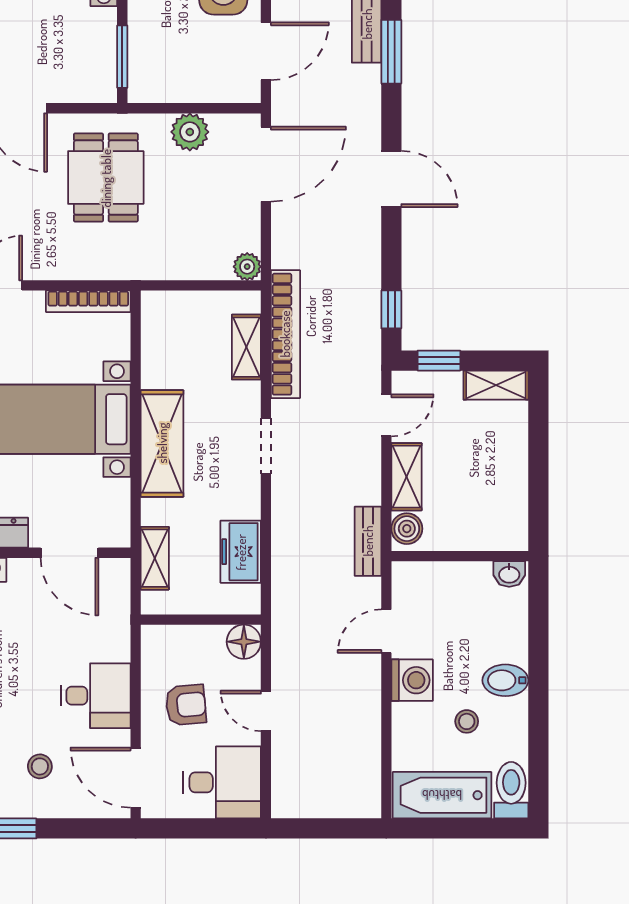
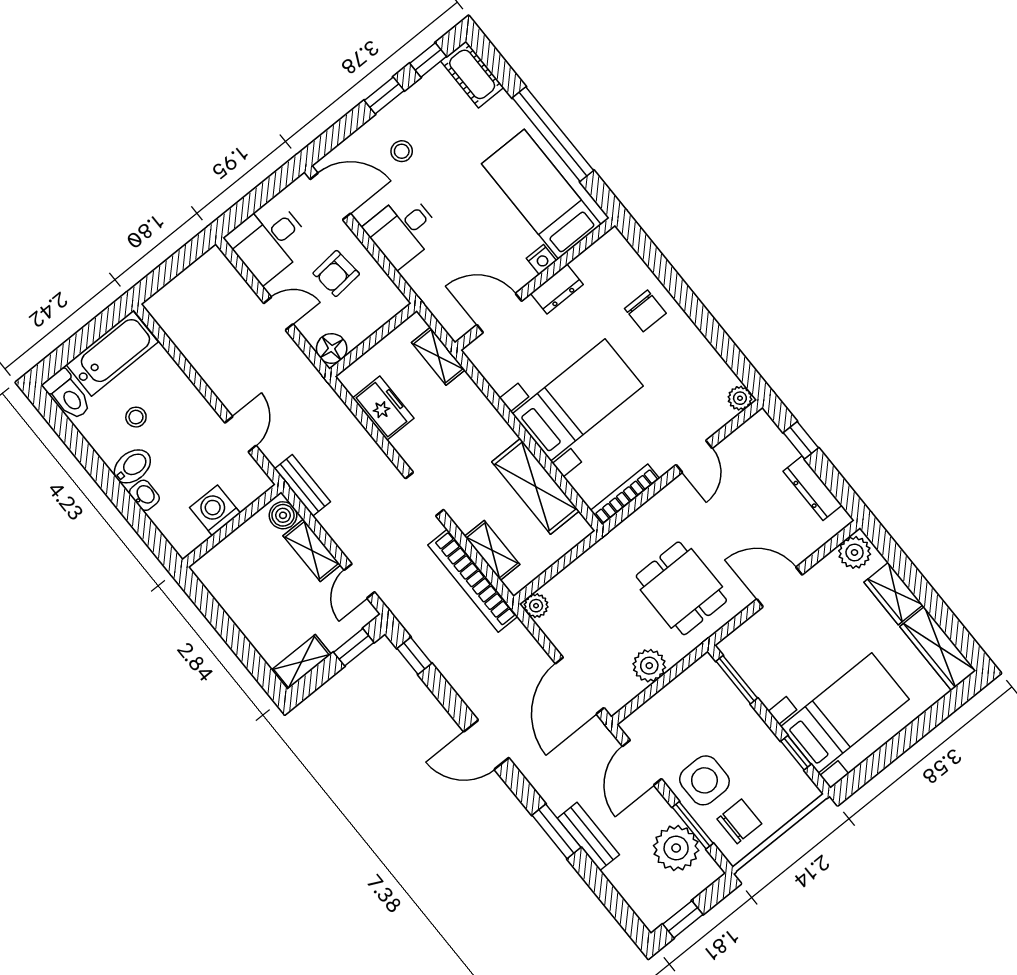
shelving: (162, 443) -> (536, 486), moved
washbasin: (509, 574) -> (144, 495), moved, turned 90
washing machine: (412, 680) -> (215, 510), moved, turned 90

